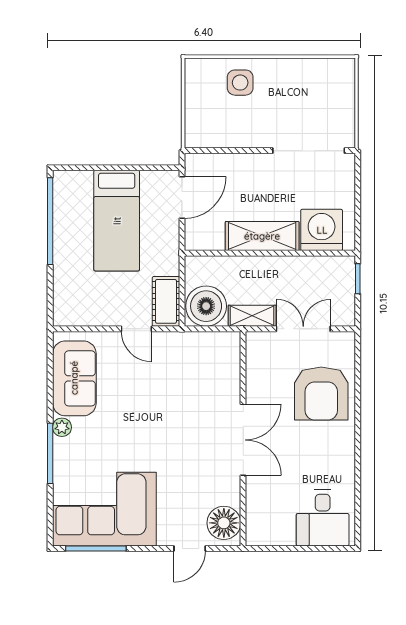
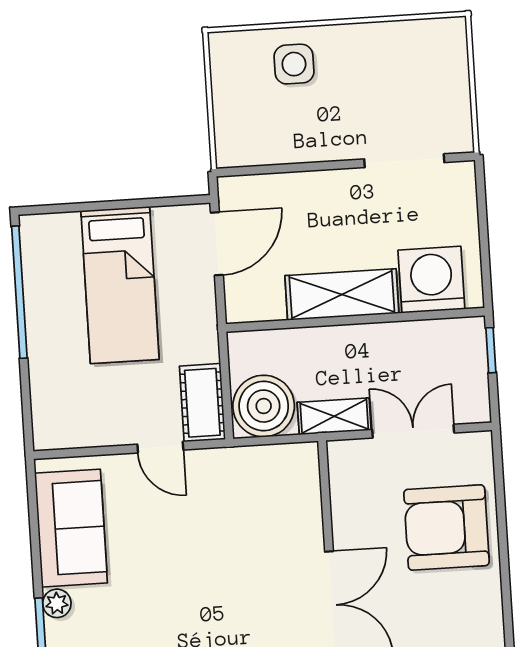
doorway: (309, 151) -> (404, 161), width x0.73
armchair: (321, 394) -> (447, 528), turned 90

